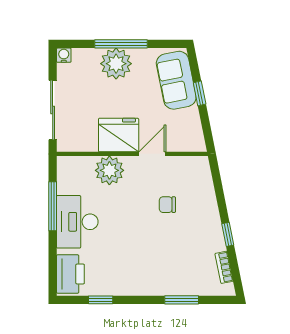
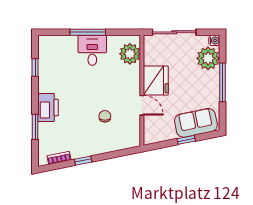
plant: (116, 64) -> (208, 58), moved
plant: (109, 170) -> (130, 54), moved
window: (53, 206) -> (88, 32), moved
desk: (77, 222) -> (92, 50), width x0.73
printer: (70, 274) -> (48, 107), moved, turned -90

